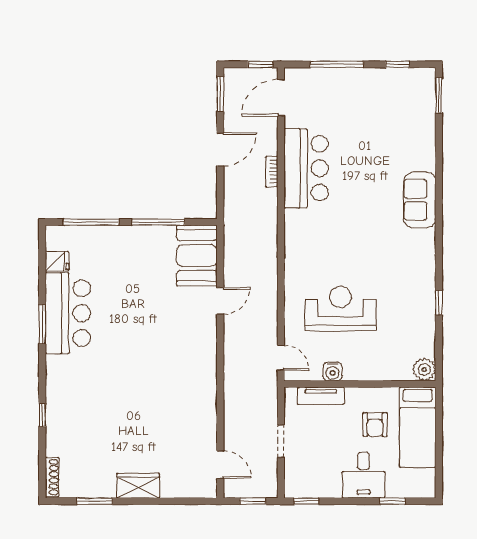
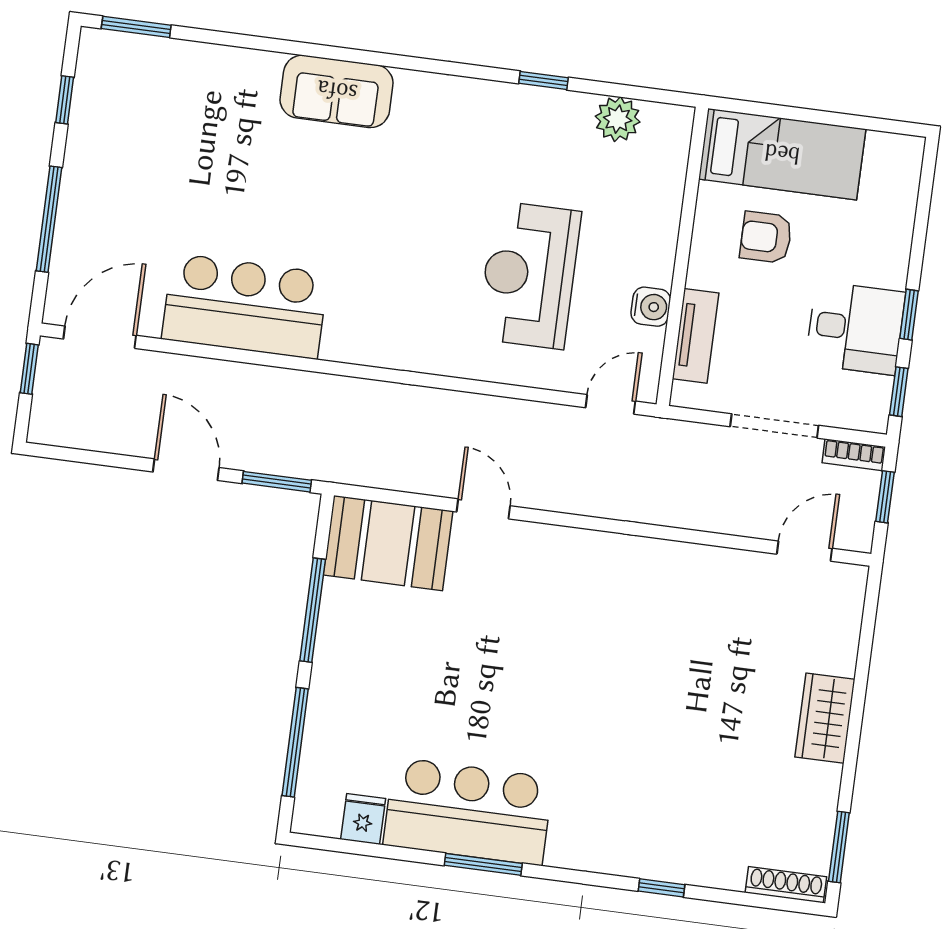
window: (220, 94) -> (277, 482), moved
door: (281, 98) -> (100, 337), swing flipped
bookcase: (272, 172) -> (854, 455), moved
plant: (424, 369) -> (618, 119), moved
armchair: (375, 425) -> (766, 237), turned 180
doorway: (281, 441) -> (774, 426), width x1.38
desk: (364, 475) -> (855, 328), moved
window: (95, 501) -> (839, 847), moved
window: (392, 501) -> (909, 315), moved

